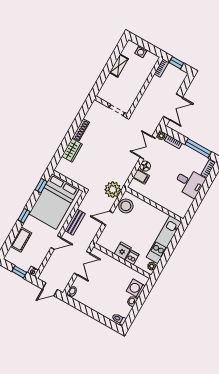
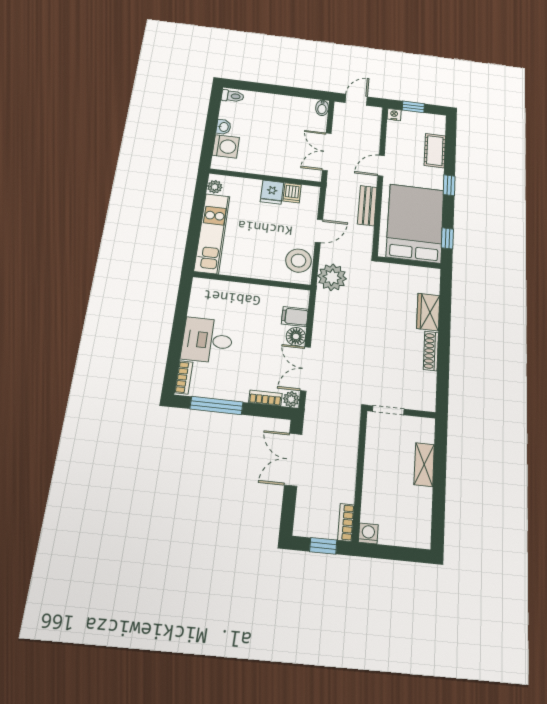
washing machine: (141, 52) -> (368, 533), moved
shelving: (119, 66) -> (424, 465), moved
double door: (148, 148) -> (305, 369), swing flipped
dishwasher: (132, 257) -> (292, 193), moved

